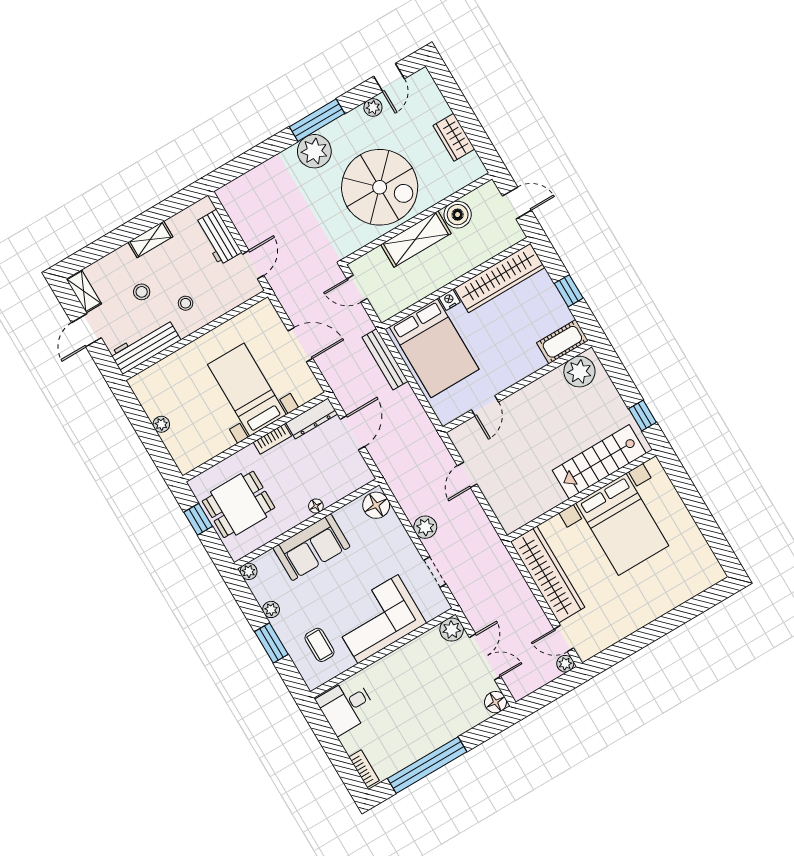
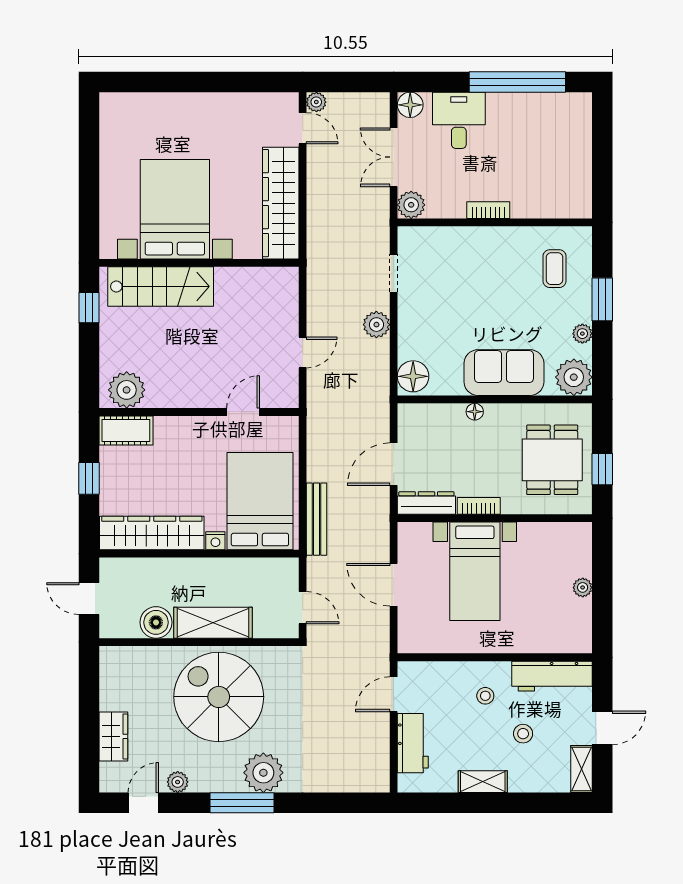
wardrobe: (454, 137) -> (113, 736), moved
dining table: (239, 504) -> (552, 460), turned 90
plant: (249, 571) -> (574, 377), width x1.88, depth x1.88
corner sofa: (378, 619) -> (480, 260), removed
desk: (346, 706) -> (459, 120), moved, turned -90
bookcase: (364, 769) -> (488, 210), moved, turned 90

